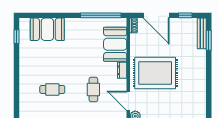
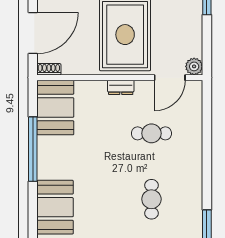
window: (101, 15) -> (33, 149), moved
booth: (115, 44) -> (55, 107), moved, turned 90

